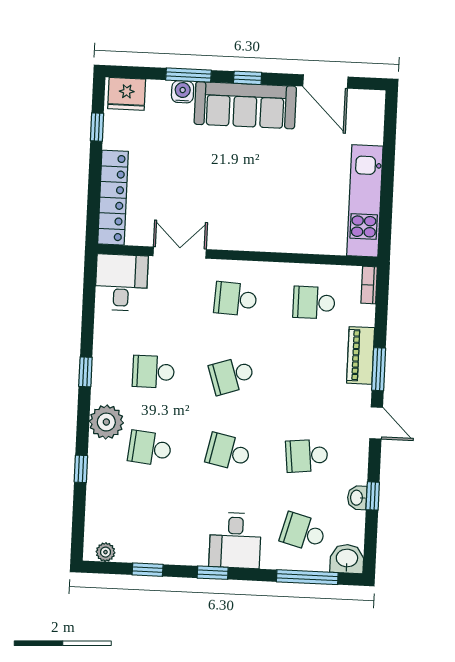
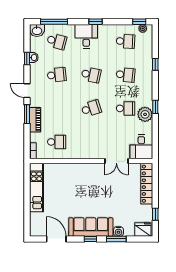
school desk: (235, 299) -> (126, 41), moved
plant: (106, 422) -> (145, 114), moved
window: (148, 570) -> (139, 22), moved

